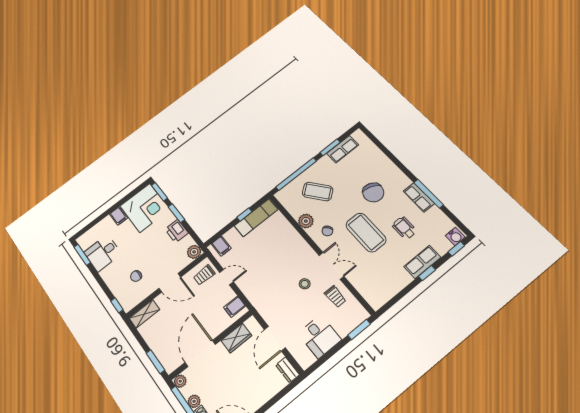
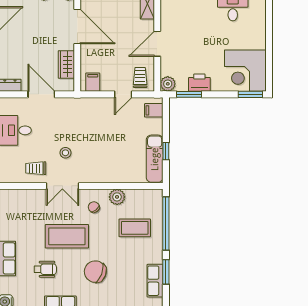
coffee table: (318, 192) -> (135, 228), turned 38
window: (176, 213) -> (189, 94), moved
filing cabinet: (119, 216) -> (257, 42), removed
chair: (136, 276) -> (187, 19), removed

